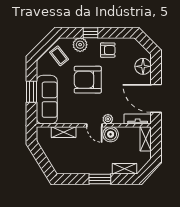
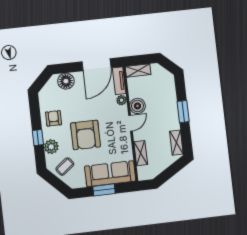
plant: (108, 119) -> (122, 100), moved
shelving: (125, 169) -> (176, 143), moved

